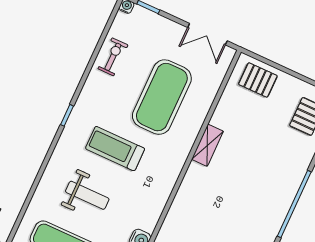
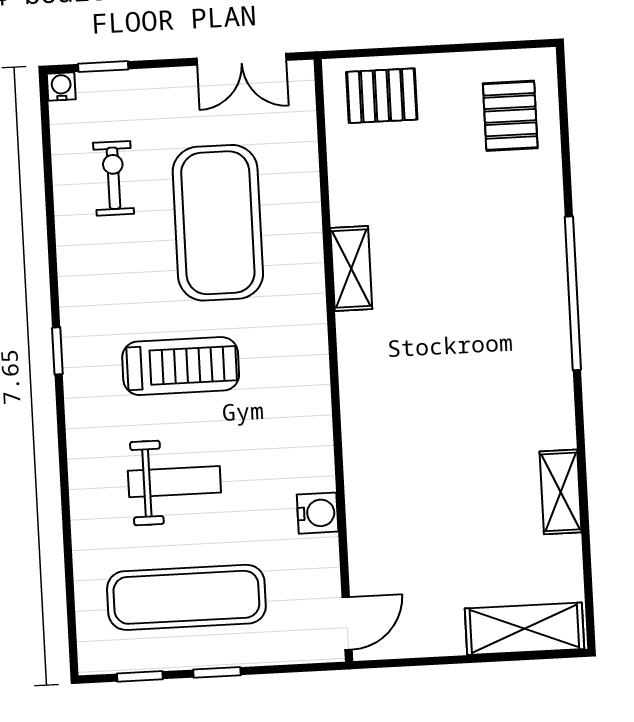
exercise bike: (113, 57) -> (114, 178), moved
treadmill: (115, 149) -> (181, 366), turned 180

